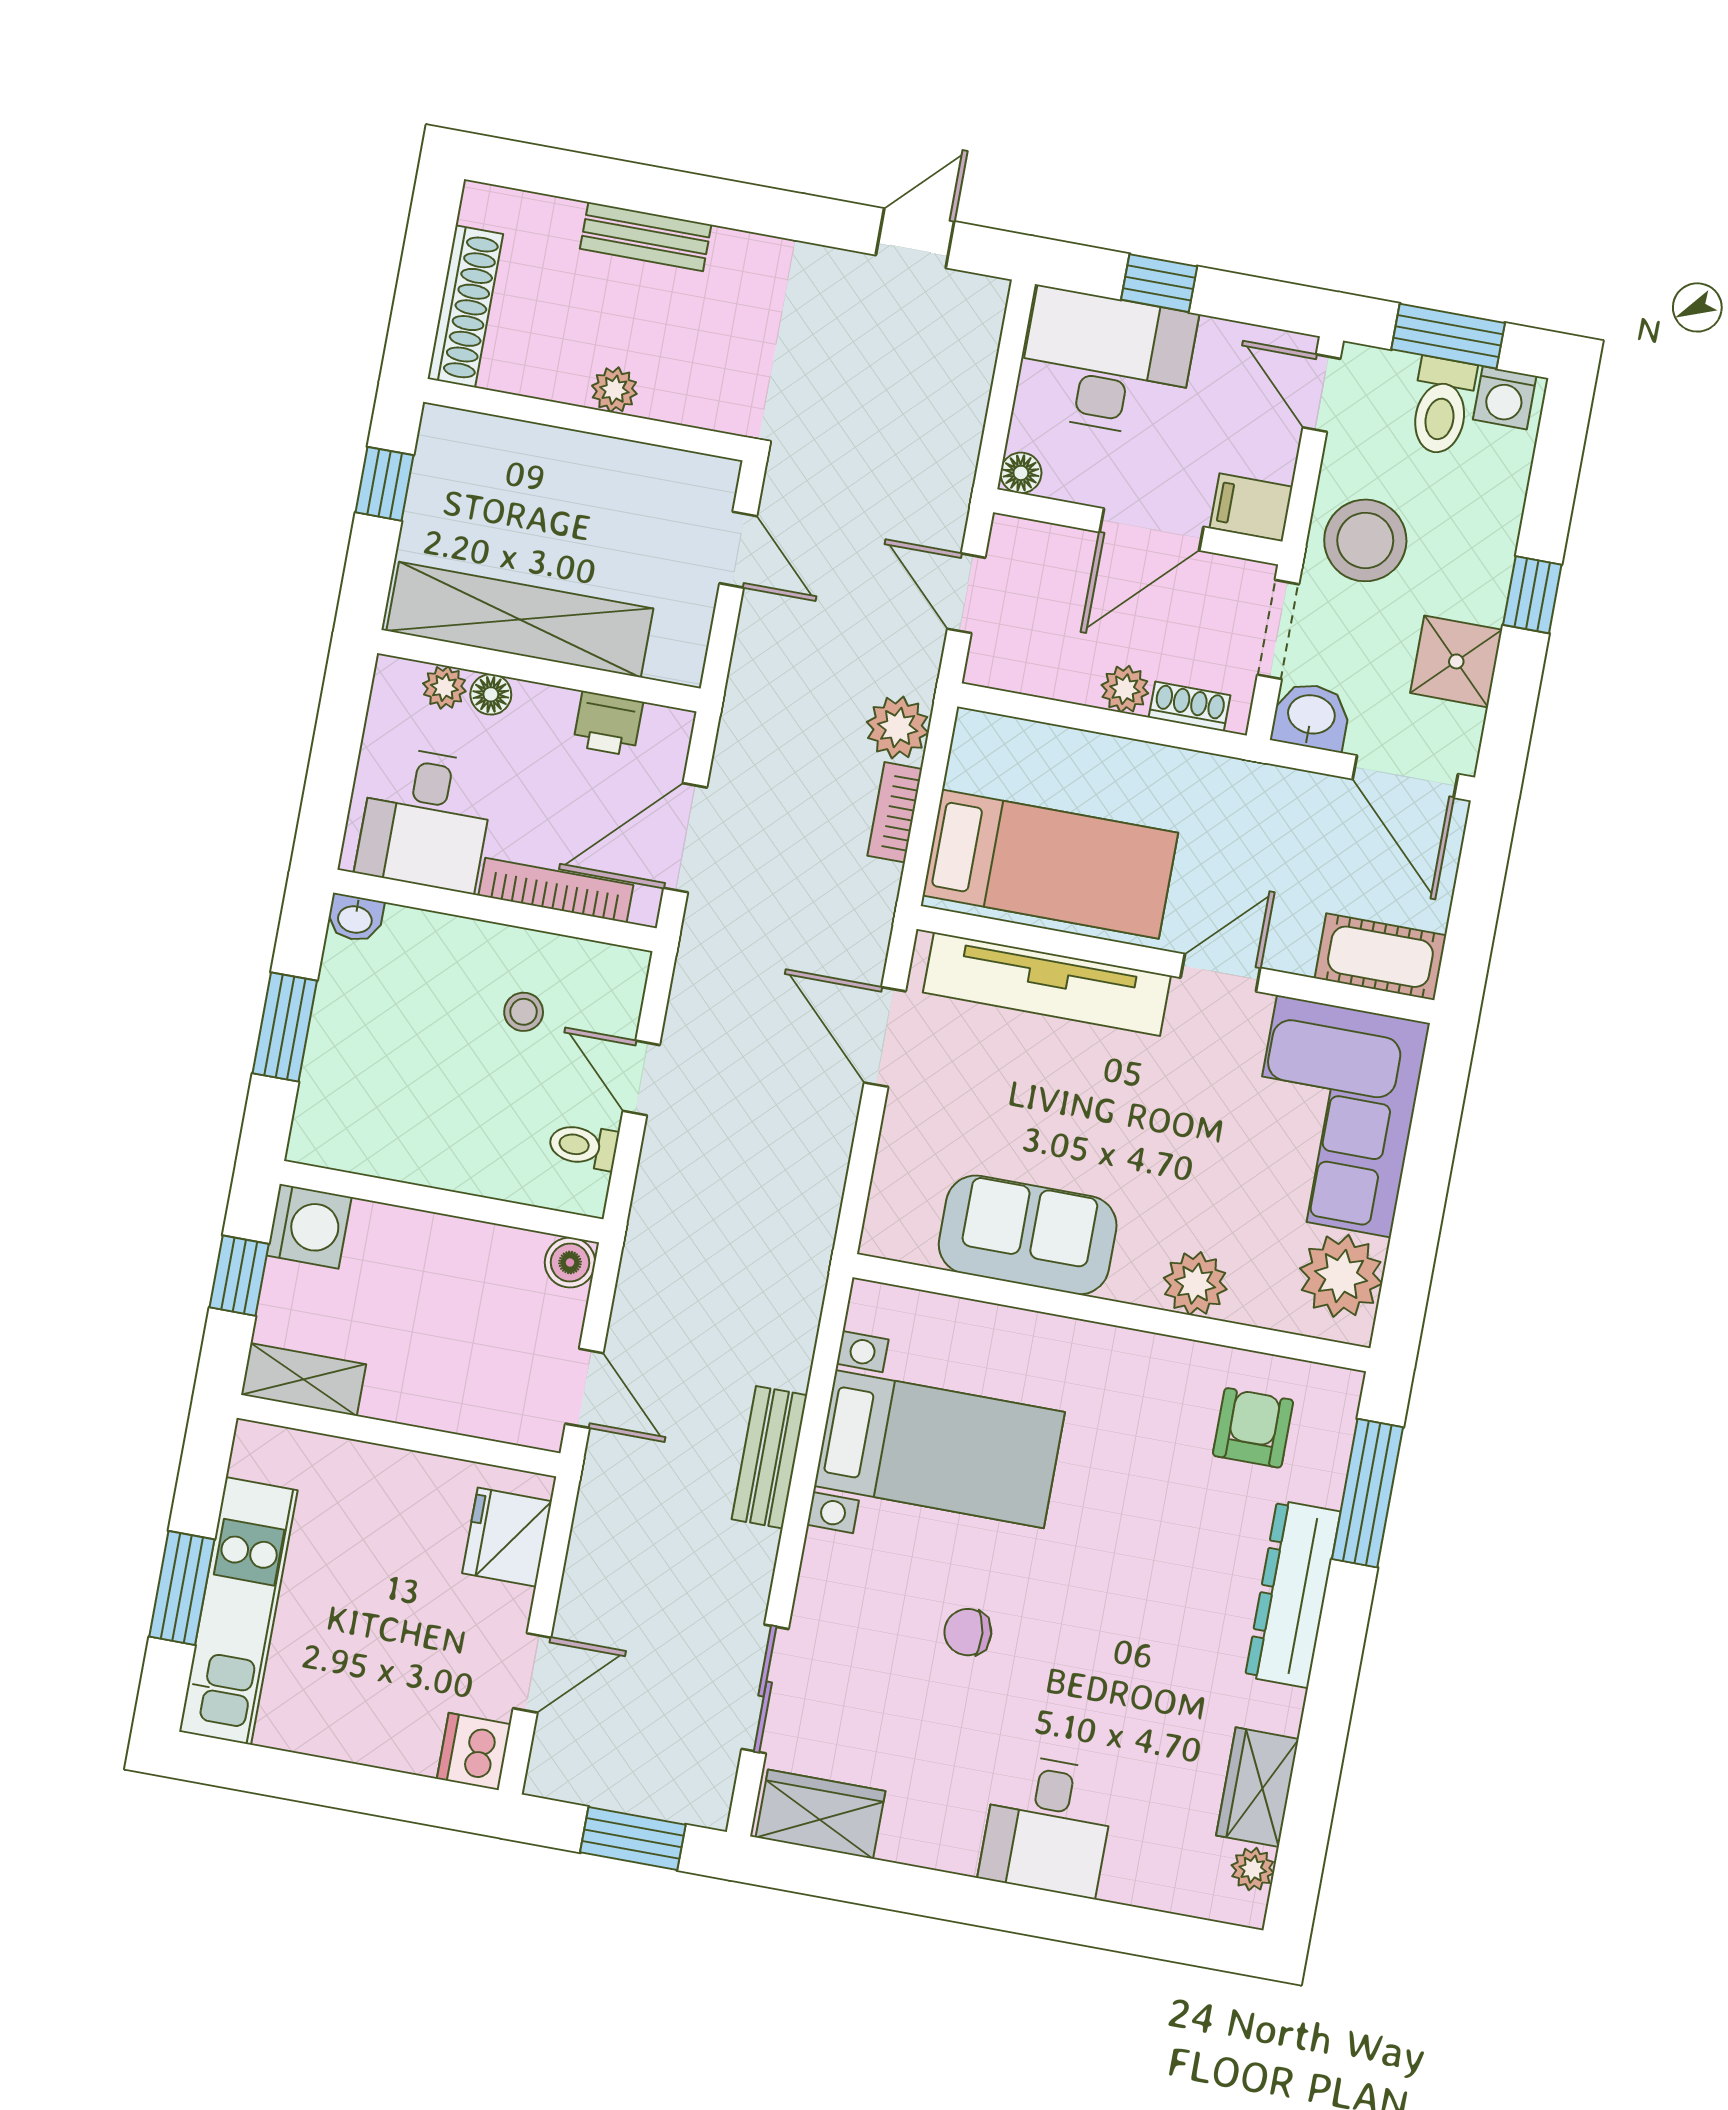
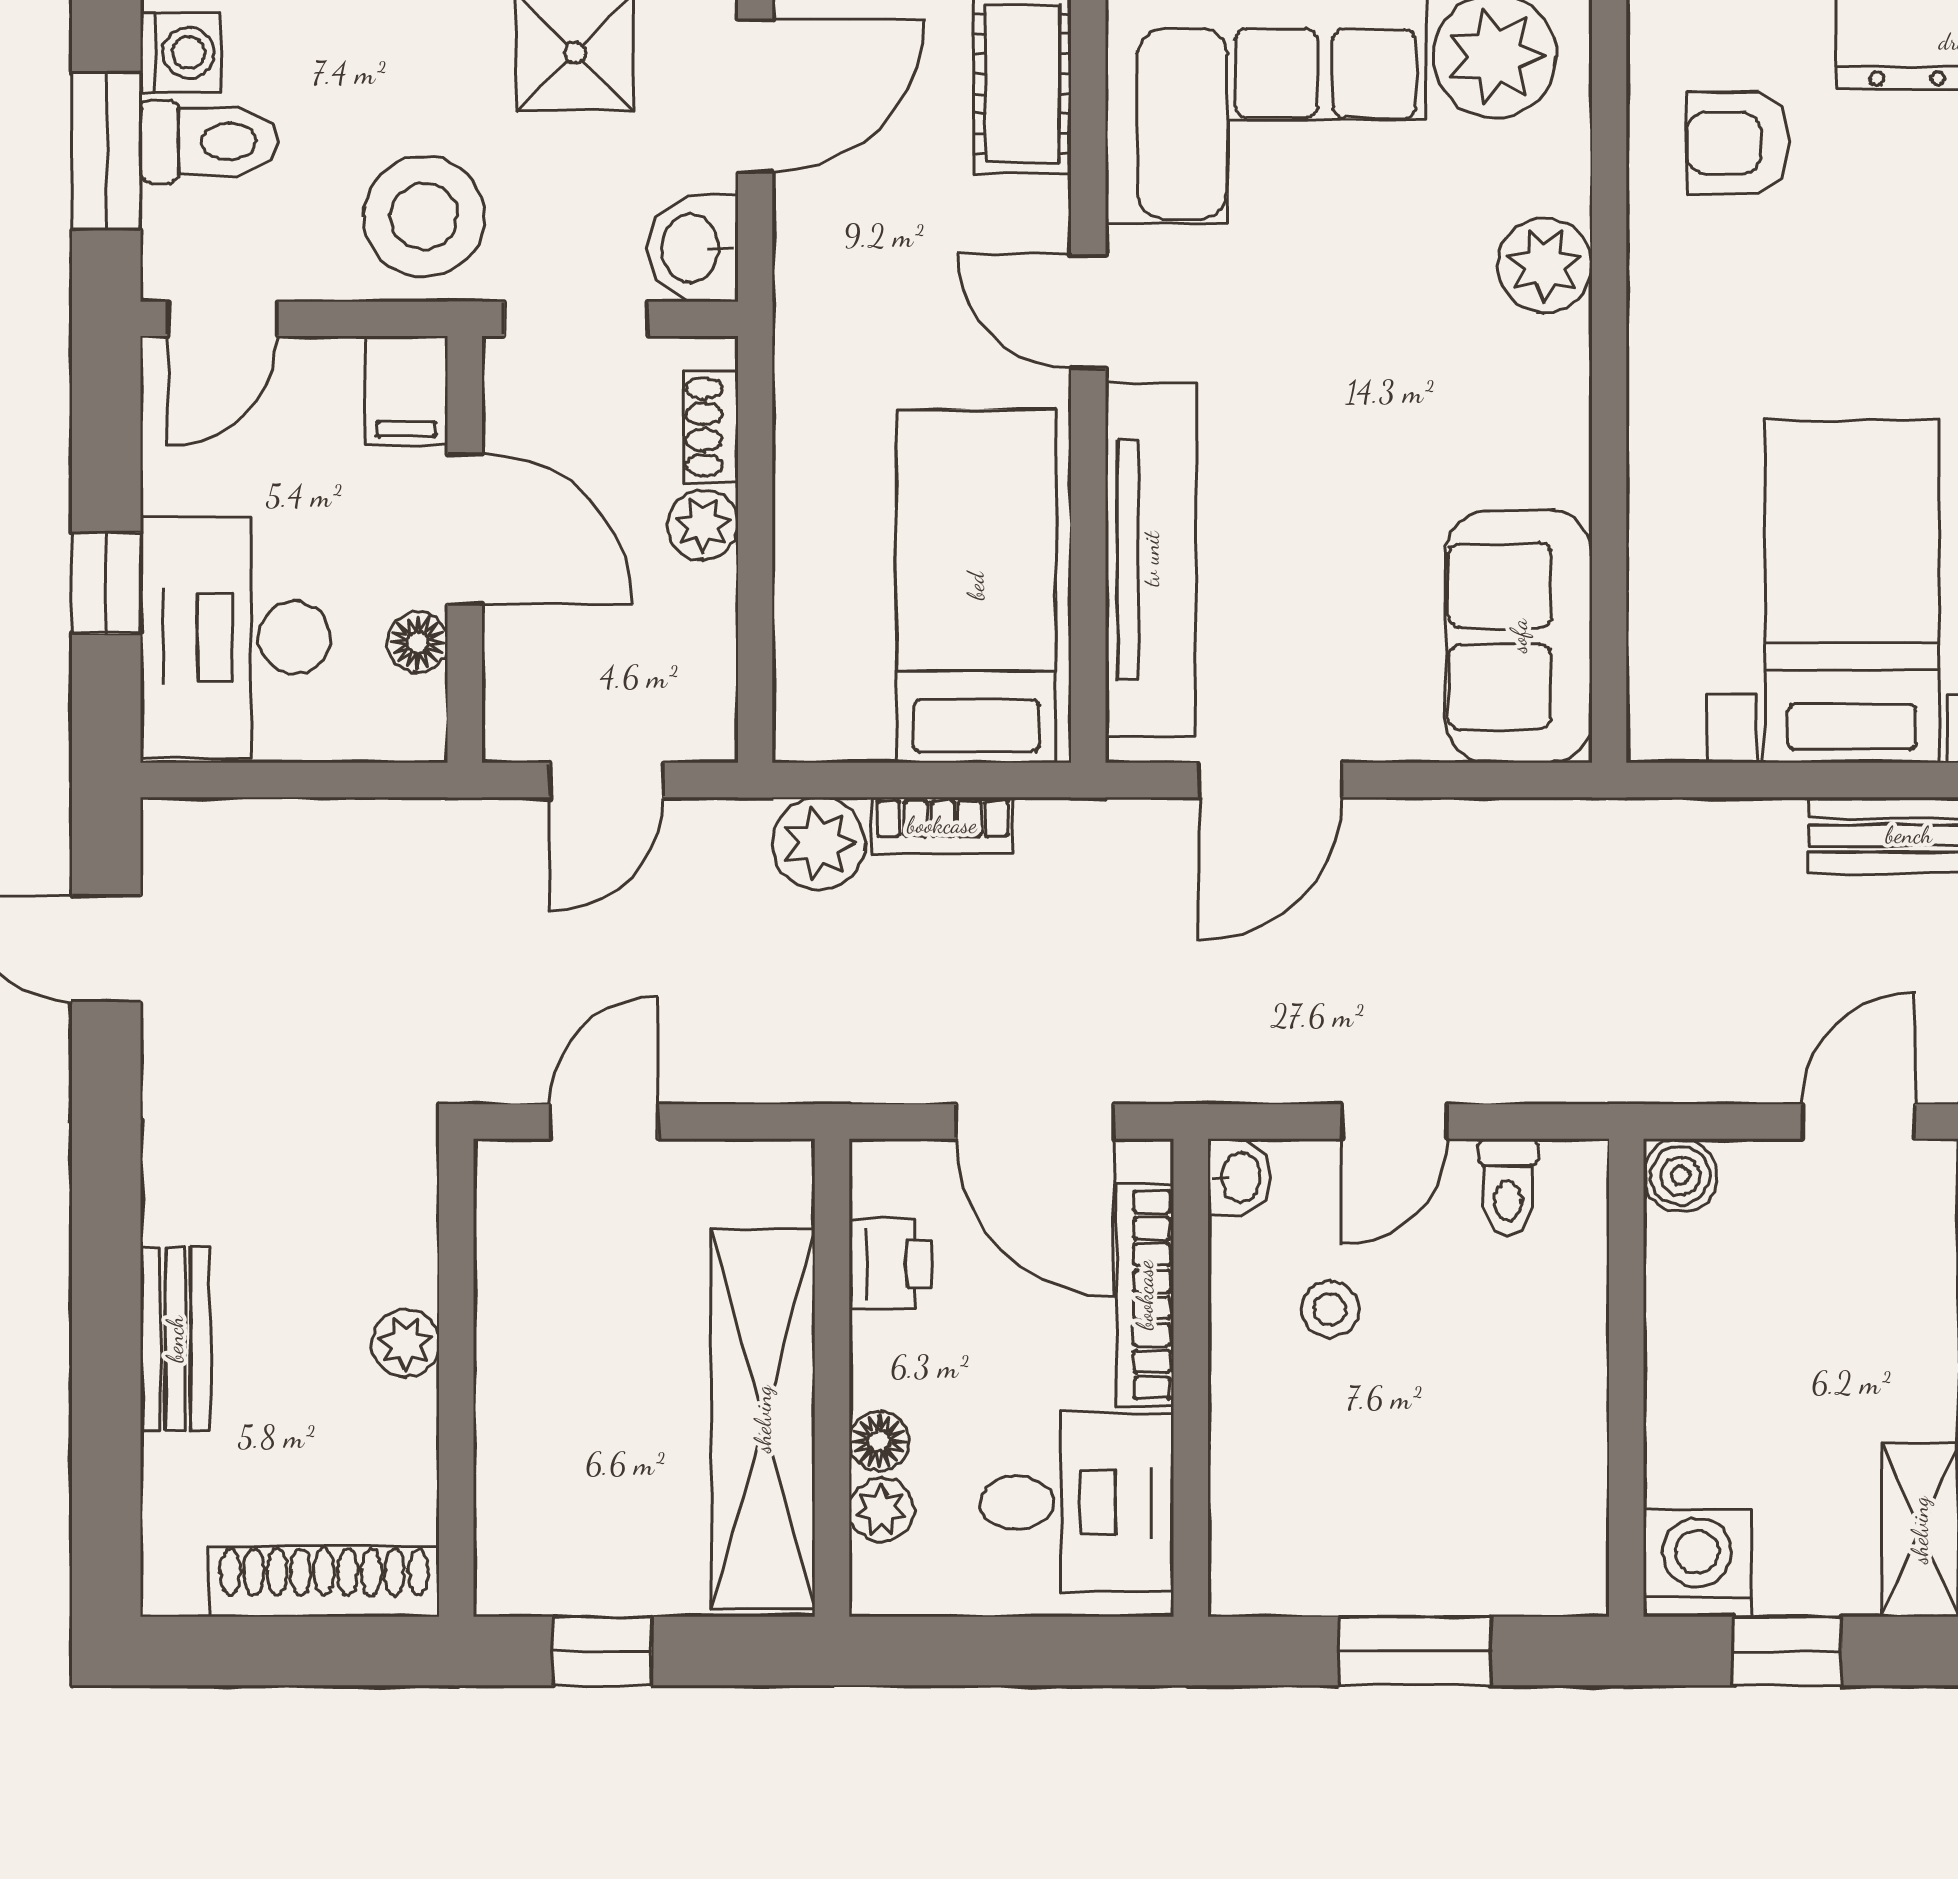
floor lamp: (1021, 473) -> (418, 642), moved
washbasin: (355, 918) -> (1239, 1177), moved
sofa: (1028, 1235) -> (1519, 636), moved

